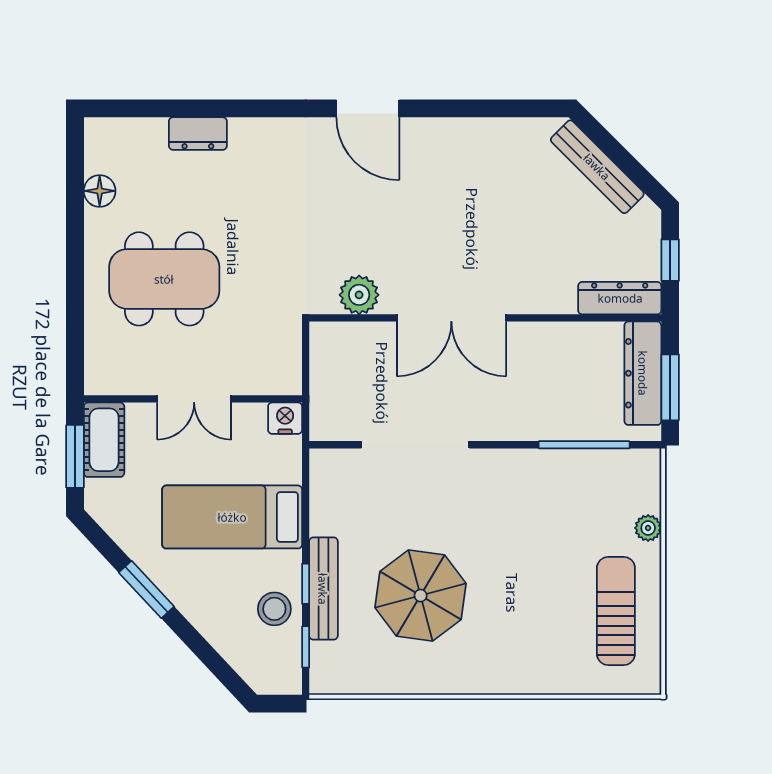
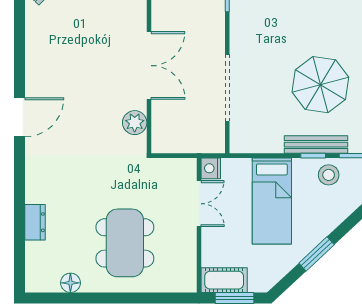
double door: (194, 399) -> (199, 204), moved

